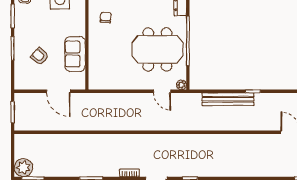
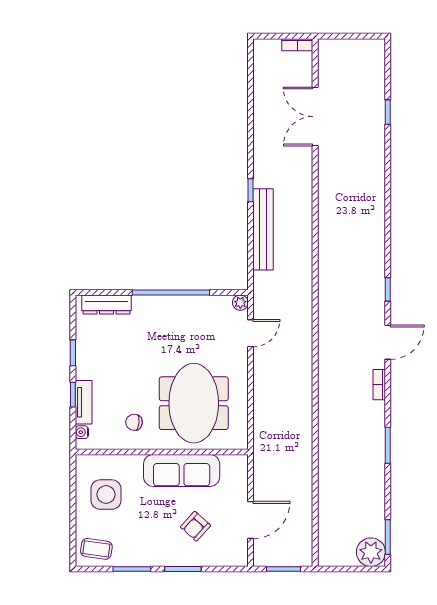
meeting table: (157, 50) -> (194, 403), moved
sofa: (75, 54) -> (182, 470), width x1.36
door: (58, 91) -> (250, 520), moved

